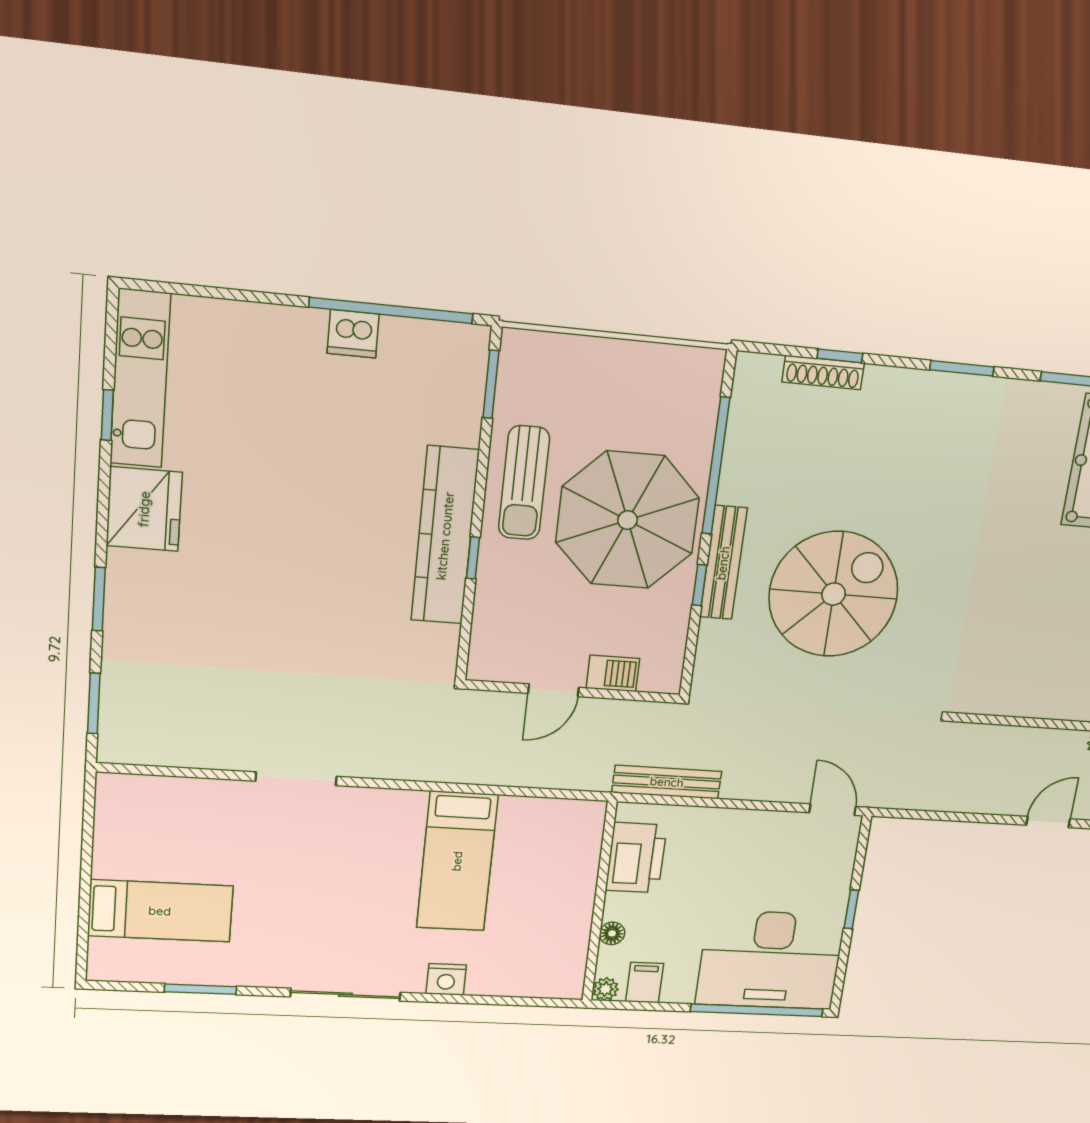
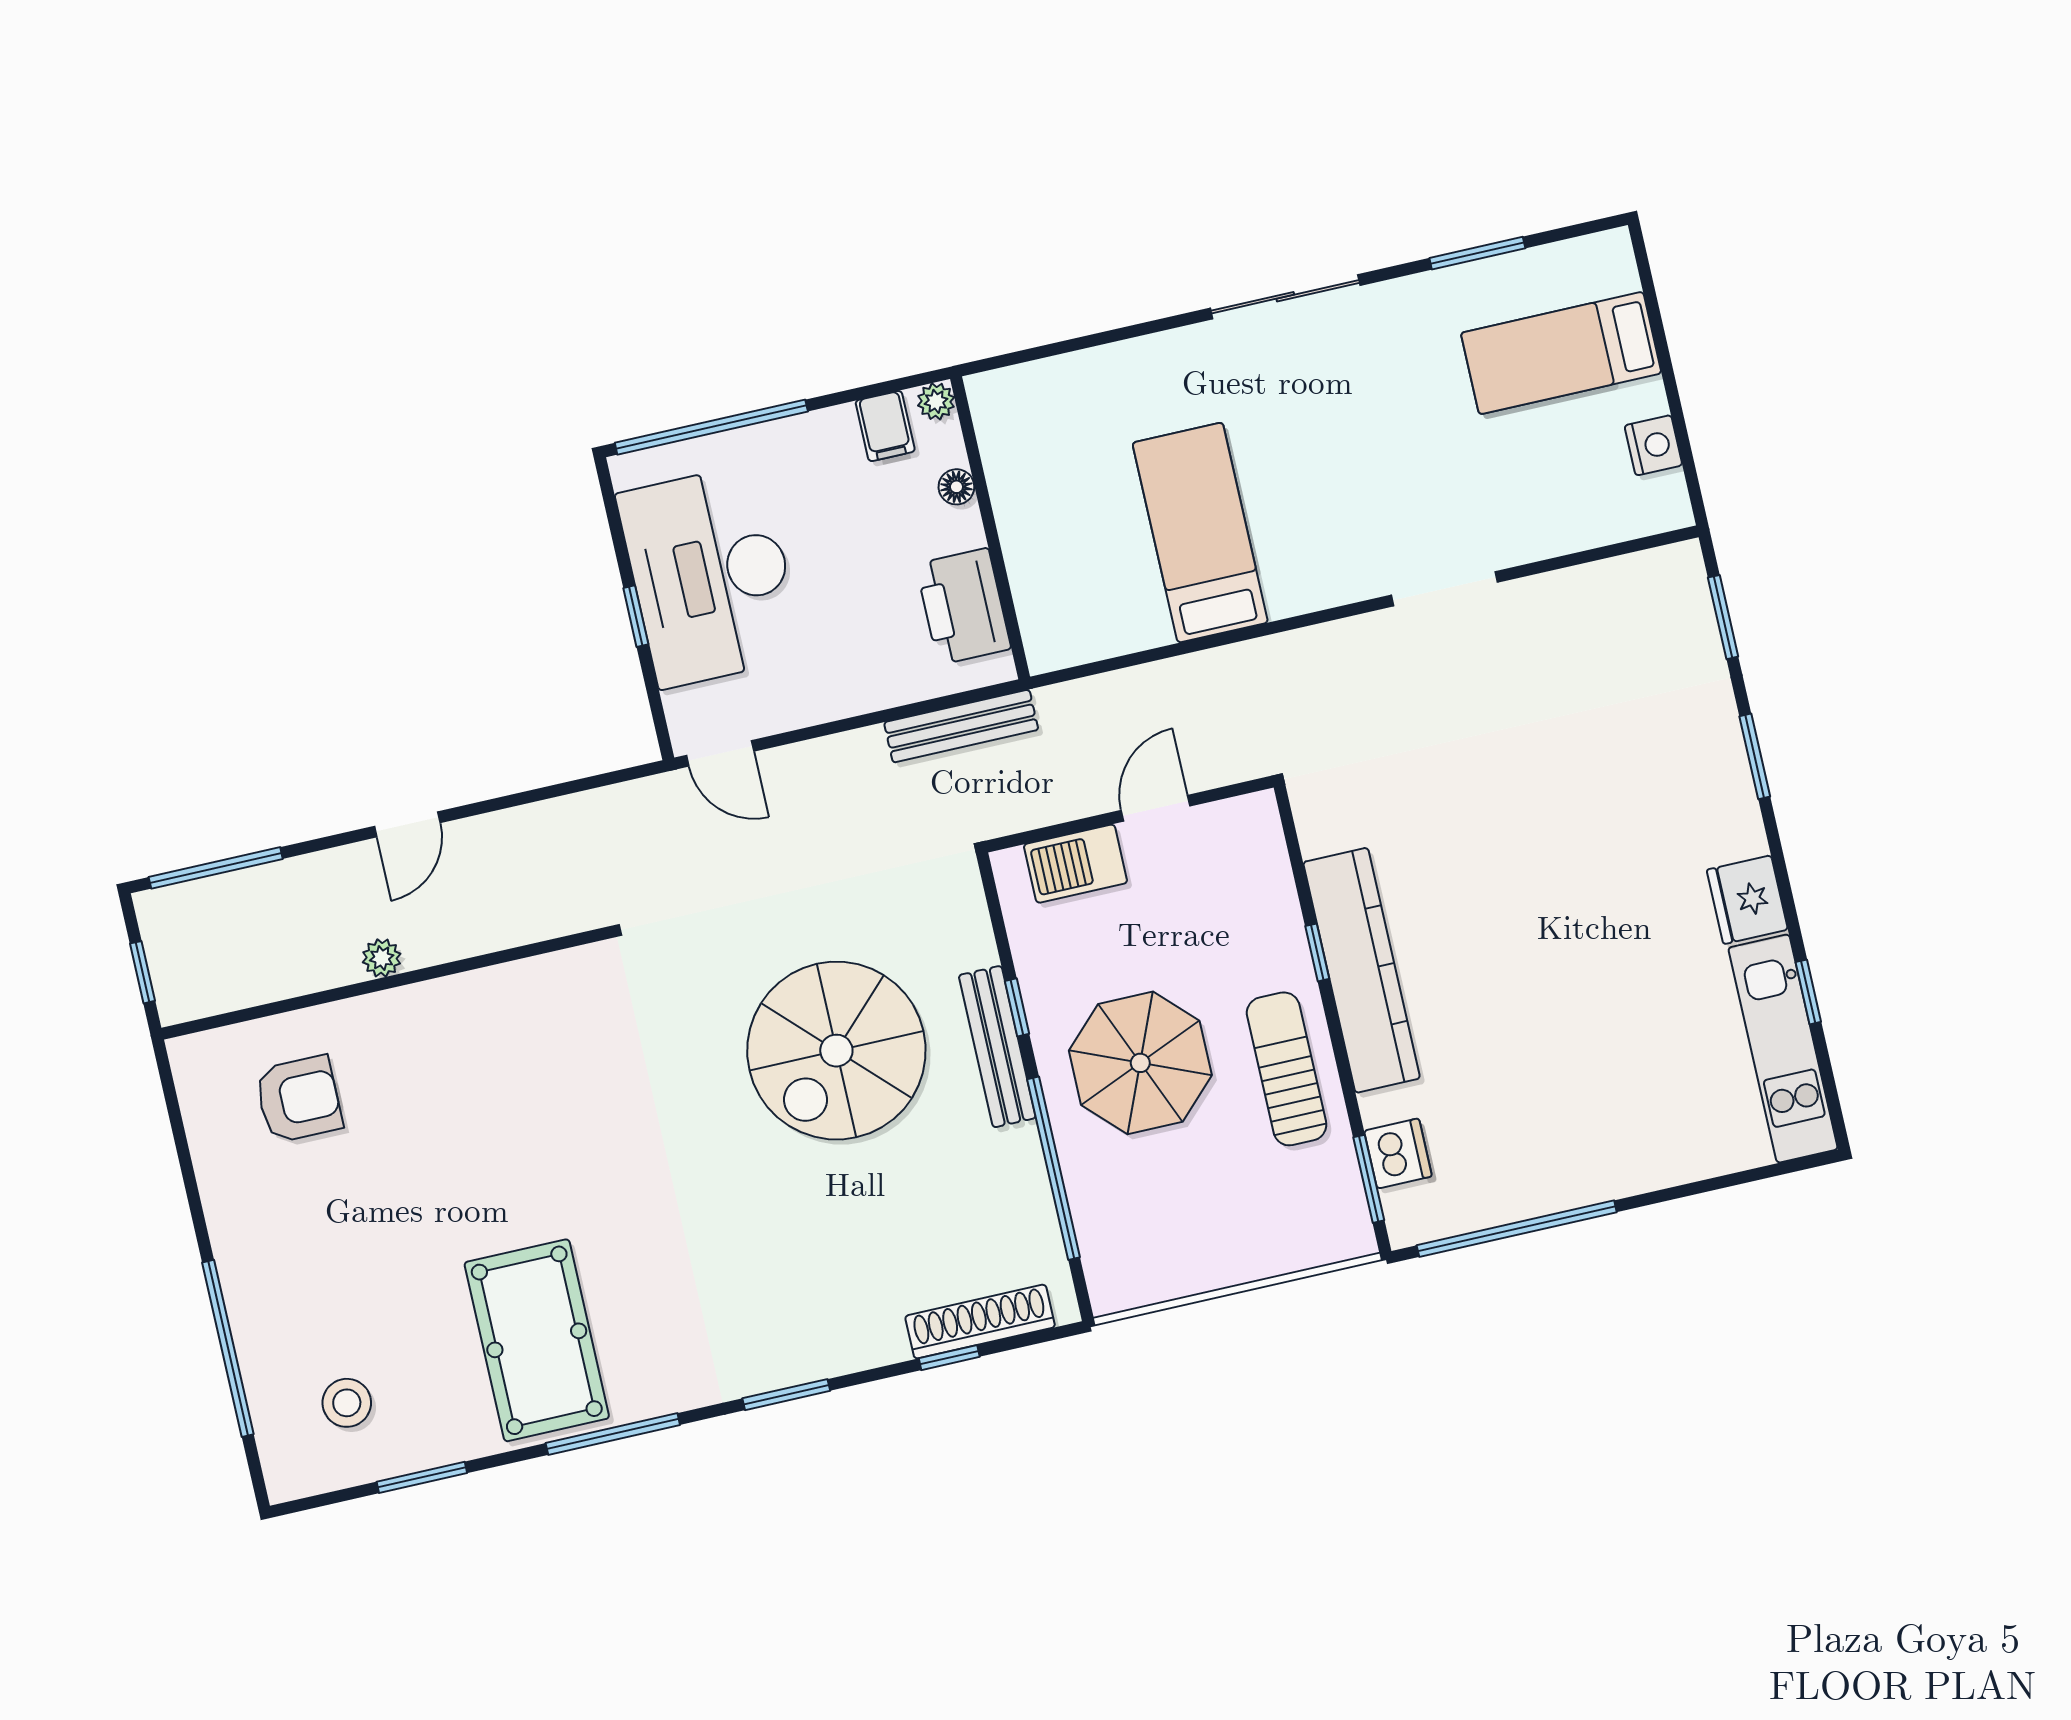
dishwasher: (353, 334) -> (1398, 1154), moved, turned 90
shoe rack: (823, 373) -> (980, 1322), width x1.36, depth x1.24
fridge: (144, 509) -> (1747, 900), width x0.73, depth x0.75
parasol: (628, 520) -> (1140, 1063), width x0.73, depth x0.73
barbecue: (613, 673) -> (1076, 864), width x1.38, depth x1.27
desk: (770, 960) -> (710, 576), moved, turned -90
nightstand: (446, 979) -> (1653, 445), moved, turned 90

